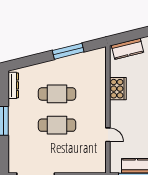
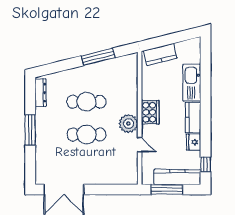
cooker: (118, 89) -> (150, 112), moved
plant: (97, 115) -> (128, 124), added

